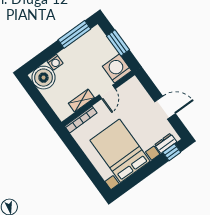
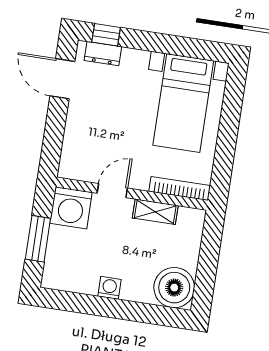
window: (74, 34) -> (82, 303), removed
washing machine: (55, 62) -> (109, 288), moved
door: (165, 108) -> (62, 79), moved
bed with nightstands: (120, 151) -> (183, 103), width x0.73

